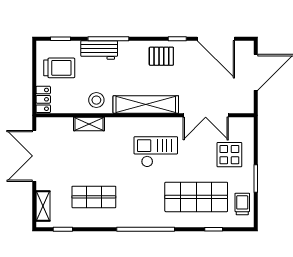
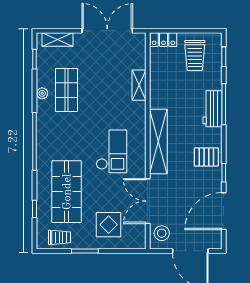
workbench: (99, 50) -> (212, 109), moved
pallet: (161, 56) -> (206, 157), turned 90
stool: (96, 100) -> (162, 233), moved
plant: (97, 221) -> (42, 93), added

